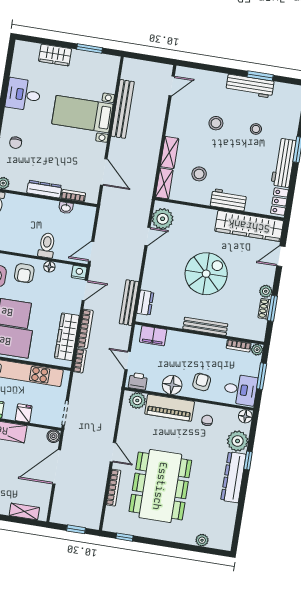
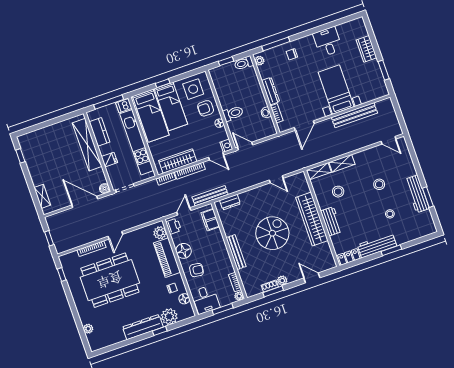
plant: (163, 219) -> (294, 183), removed
wardrobe: (249, 226) -> (312, 219), moved
spiral stairs: (206, 274) -> (272, 233), turned -90
bench: (129, 303) -> (210, 196), moved
floor lamp: (245, 416) -> (184, 299), moved

